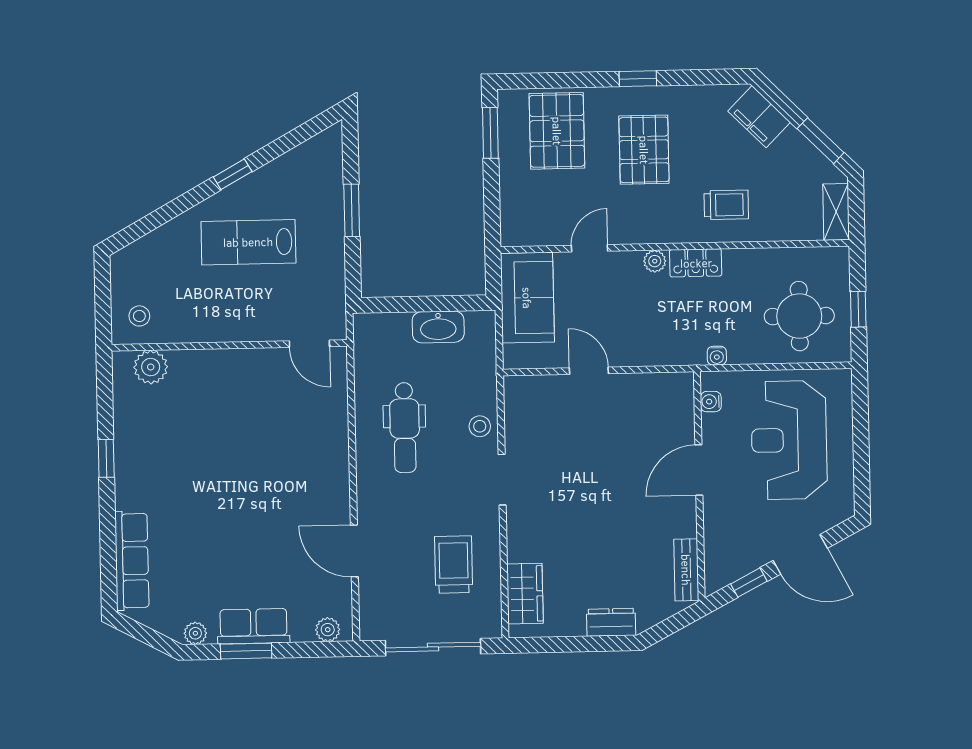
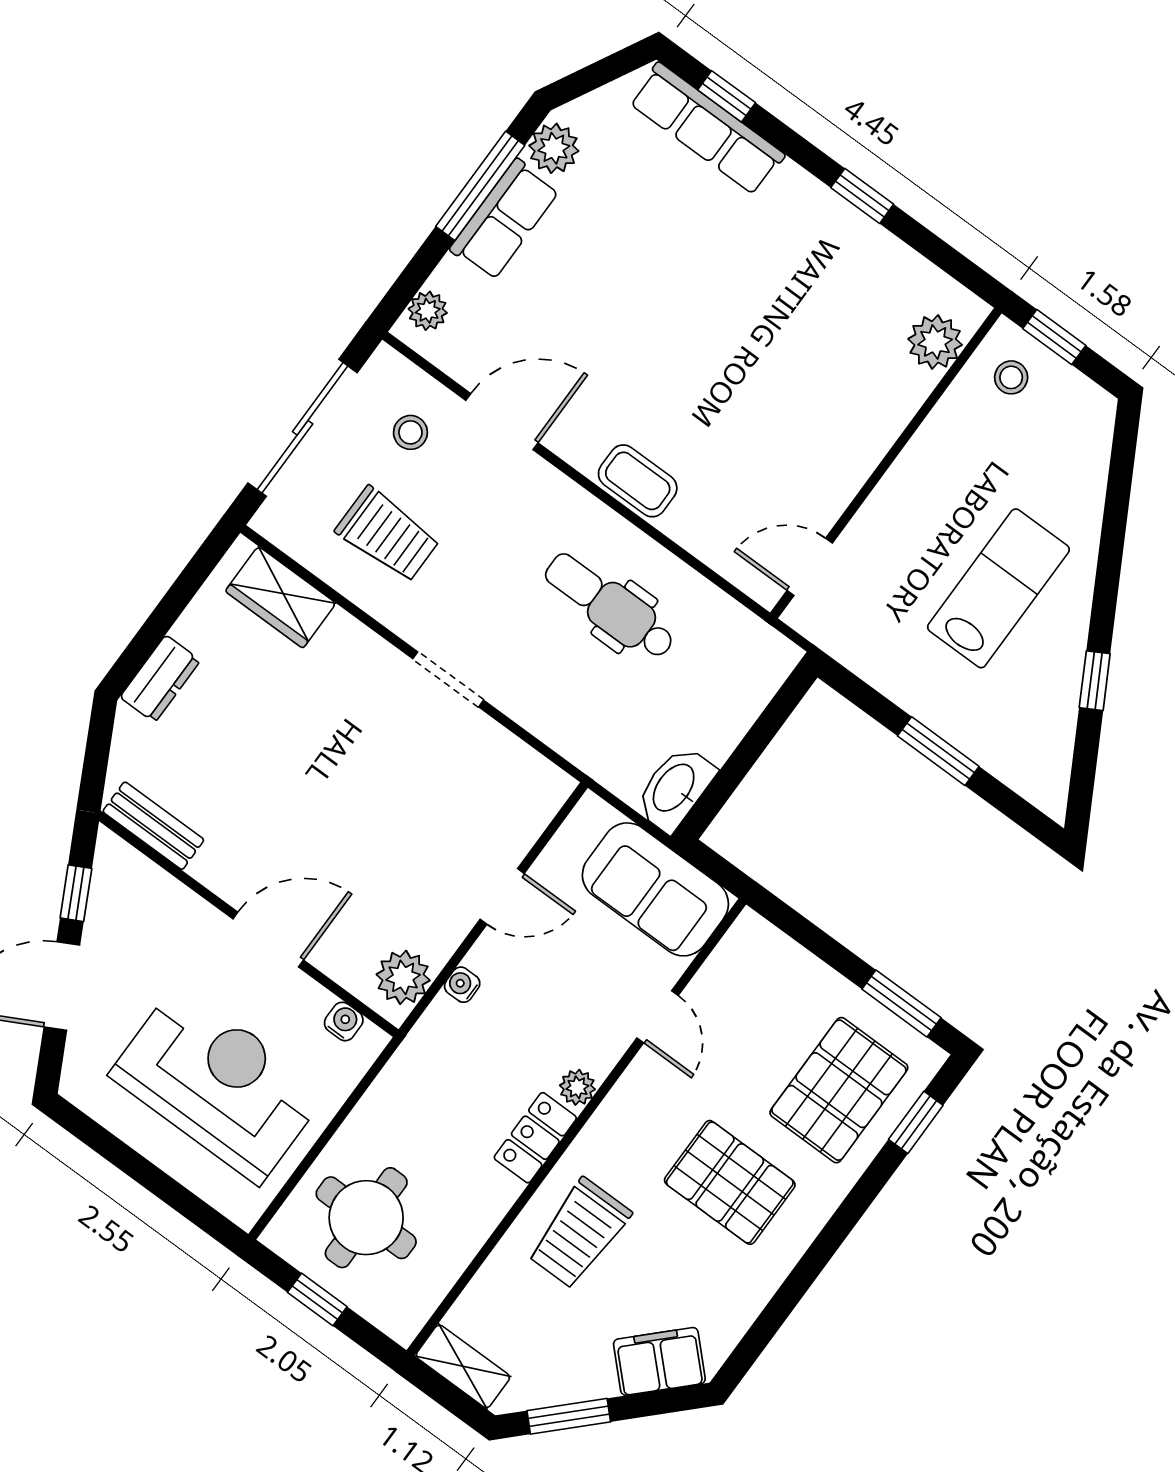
window: (638, 79) -> (916, 1122), moved
pallet: (557, 131) -> (839, 1090), turned 90
window: (233, 174) -> (1095, 681), moved
trolley: (726, 205) -> (579, 1233), width x1.36, depth x1.39
window: (103, 310) -> (1054, 337), added
washbasin: (438, 327) -> (675, 789), moved
water cooler: (717, 356) -> (462, 985), moved
plant: (666, 389) -> (403, 977), added
stool: (480, 426) -> (410, 432), moved
coffee table: (332, 461) -> (638, 481), added
door: (699, 470) -> (268, 939), hinge flipped
window: (108, 563) -> (727, 96), added
plant: (195, 633) -> (554, 148), width x1.38, depth x1.38
window: (246, 651) -> (480, 186), width x1.44

